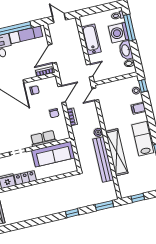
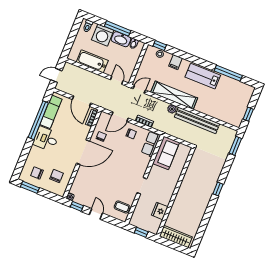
window: (129, 28) -> (118, 28), moved
door: (62, 94) -> (120, 117), swing flipped
door: (95, 94) -> (139, 89), swing flipped
row of seats: (43, 138) -> (151, 144), moved
shelving: (117, 152) -> (174, 95), moved
sofa: (53, 154) -> (166, 153), width x0.73
locker: (25, 178) -> (167, 194), removed
window: (72, 213) -> (218, 189), moved

